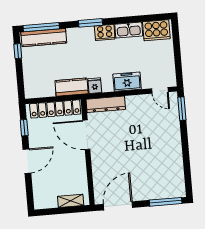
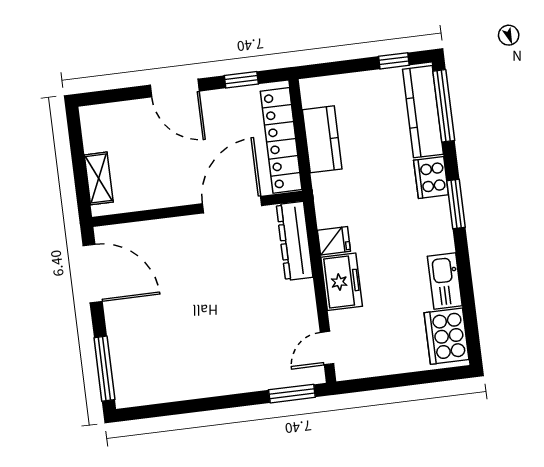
cooker: (105, 32) -> (431, 177), moved
fridge: (95, 86) -> (334, 241), moved
kitchen counter: (72, 87) -> (322, 139), moved

